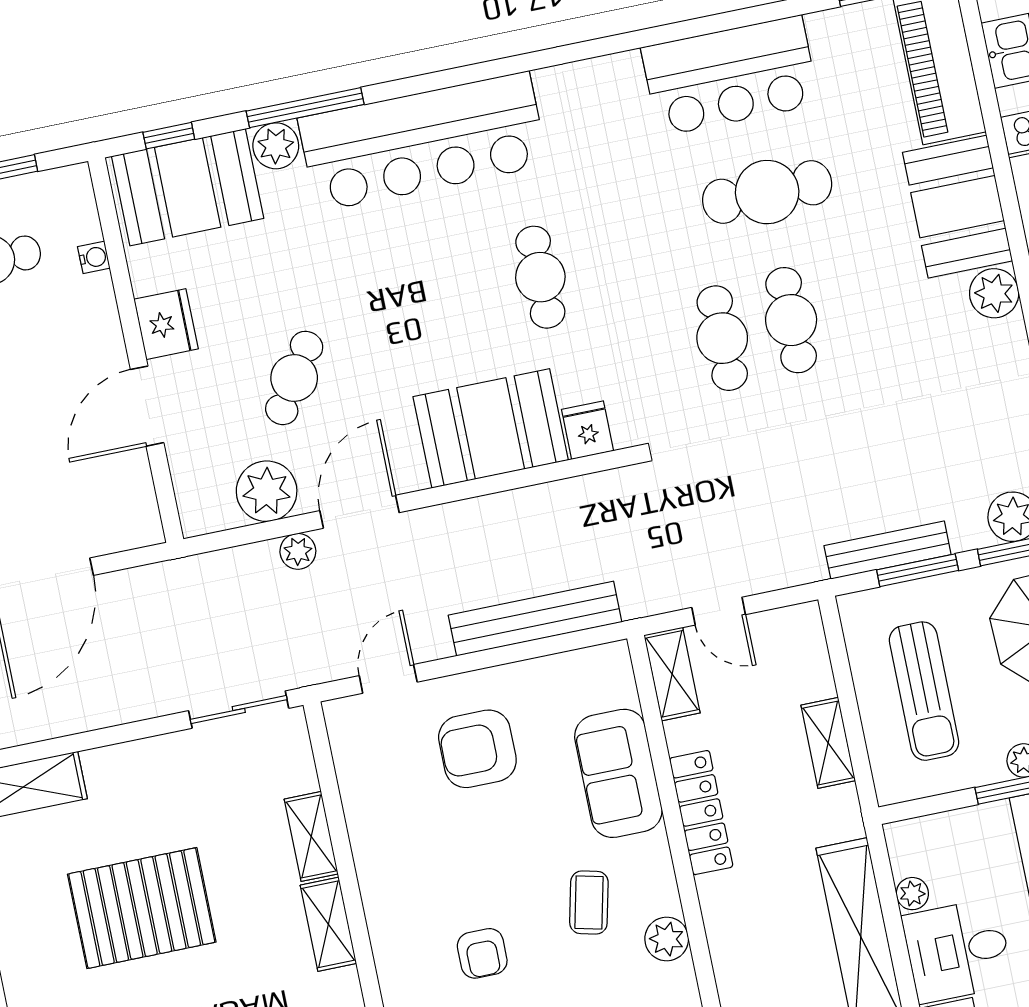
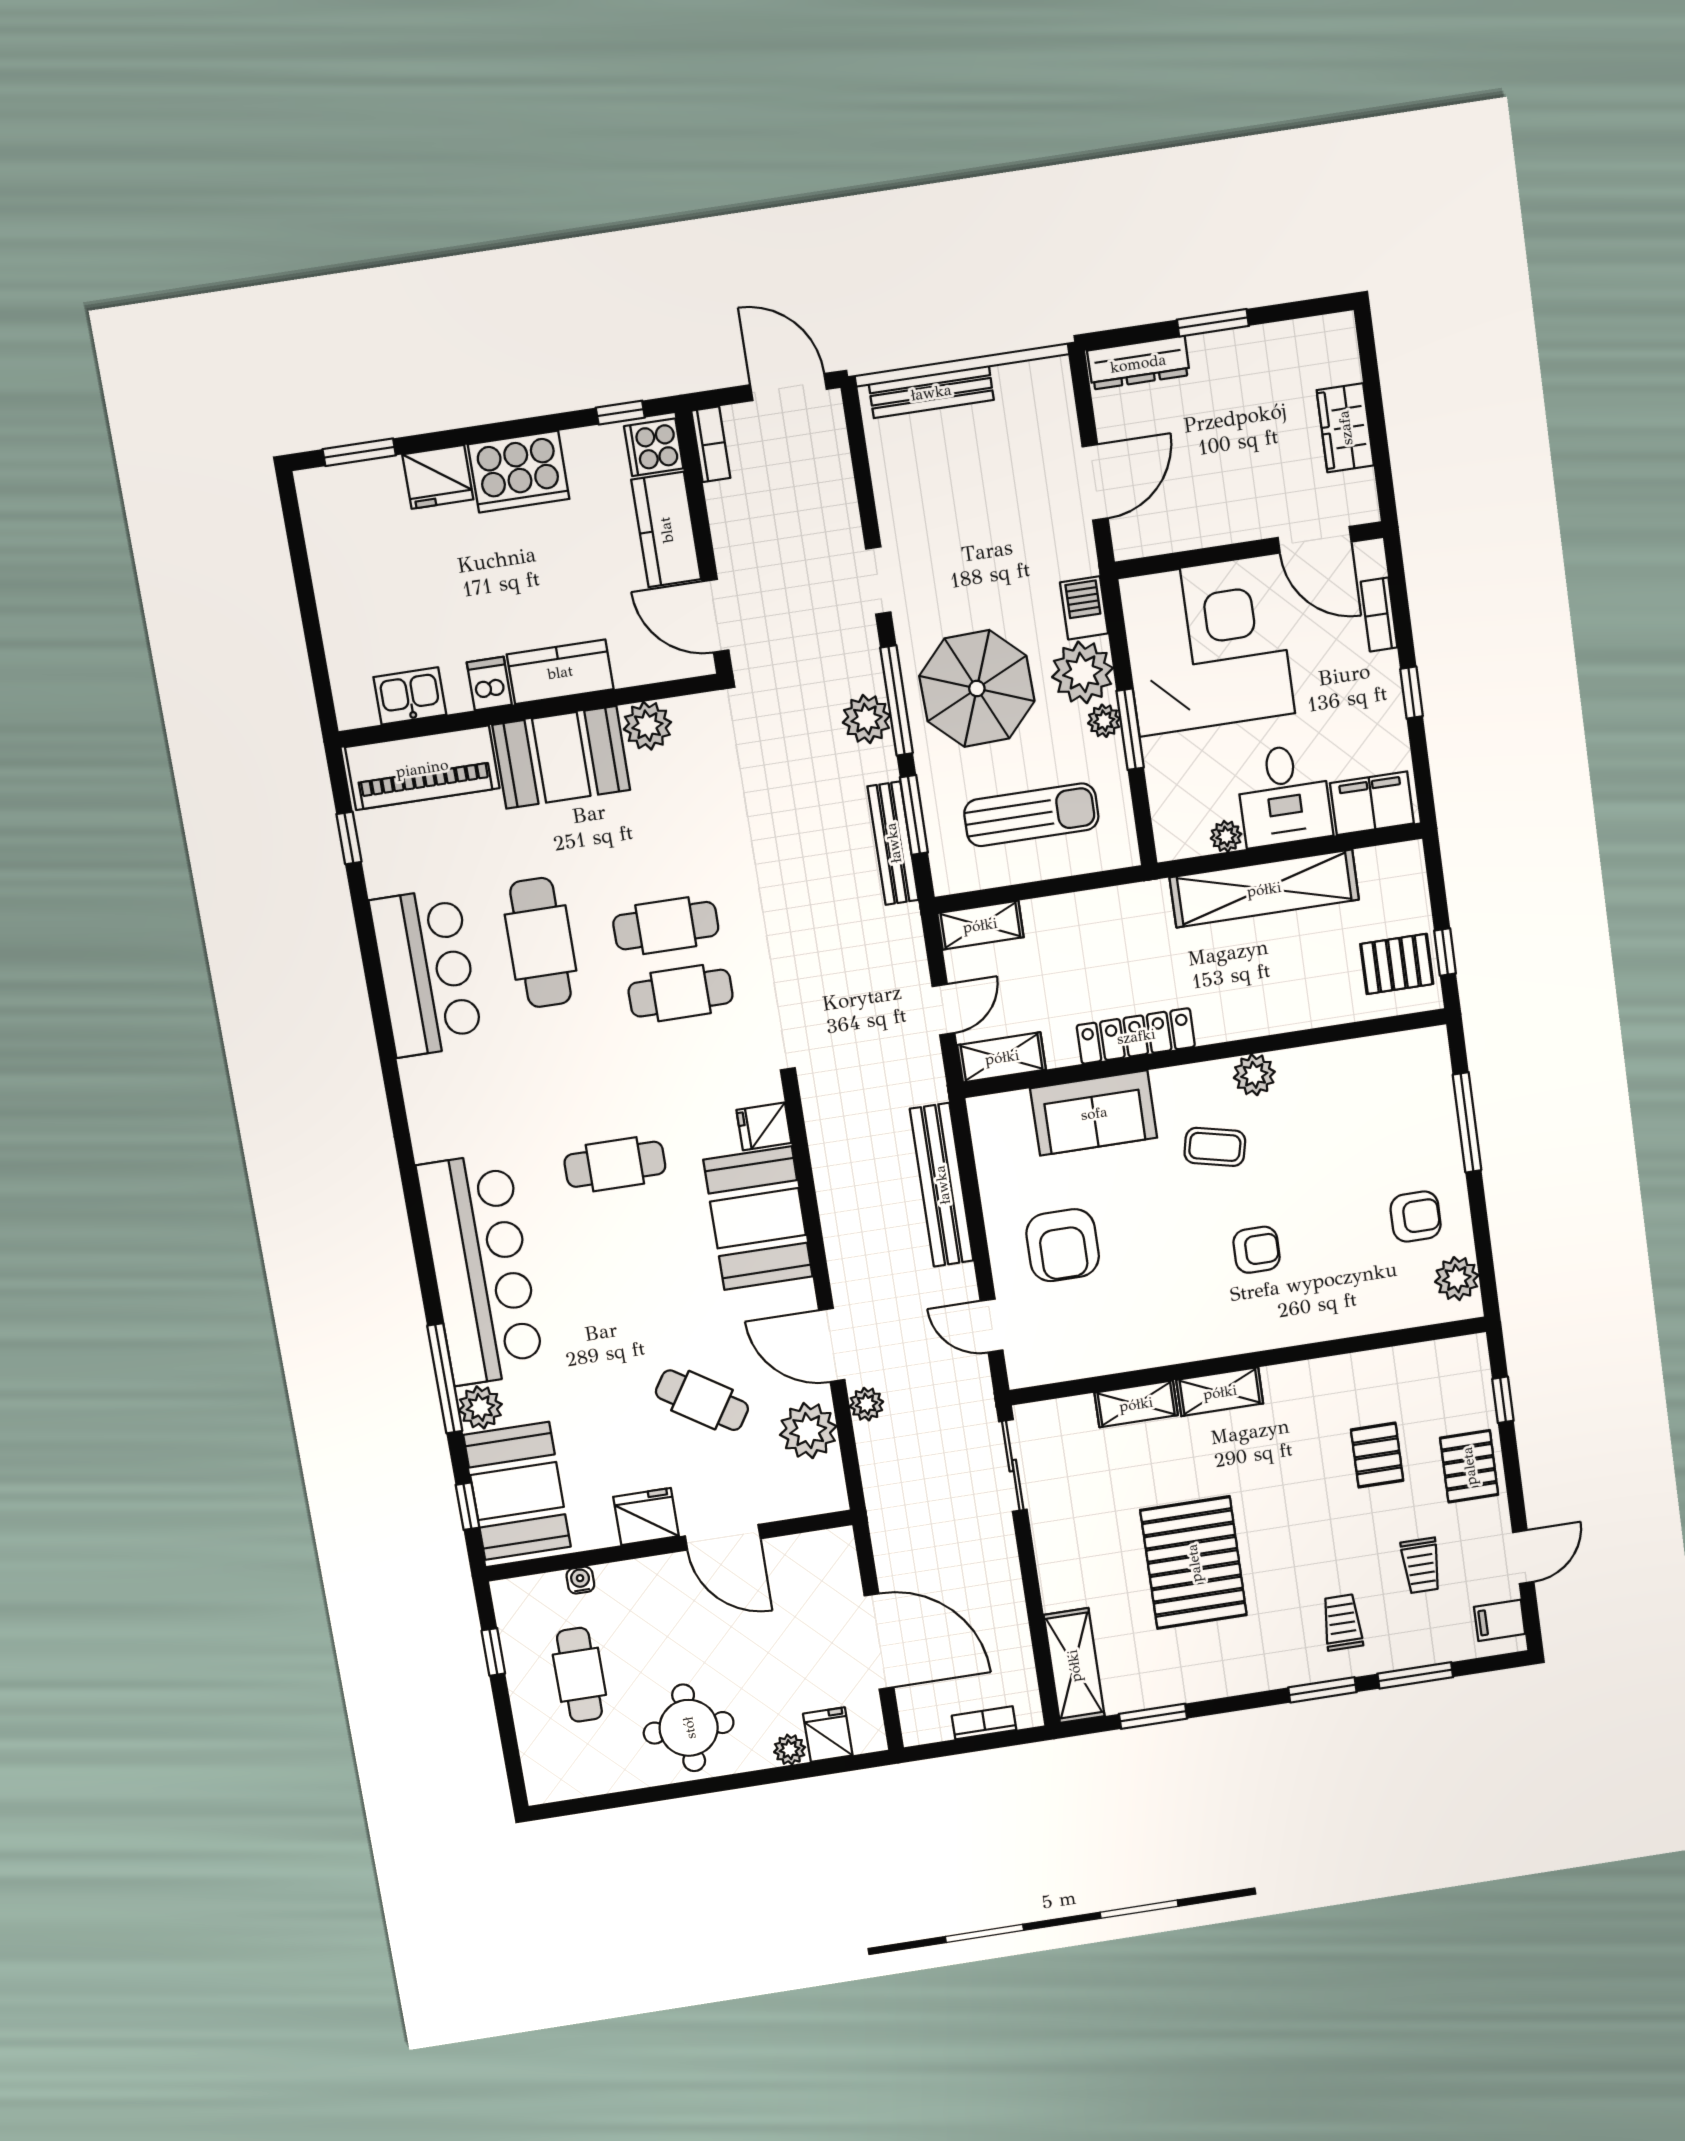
shelving: (828, 743) -> (980, 925), moved

